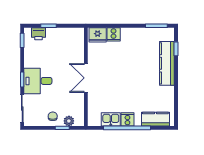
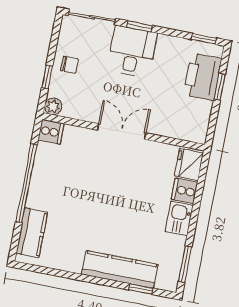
printer: (39, 34) -> (203, 77), width x1.87, depth x1.48
kitchen sink: (111, 119) -> (179, 218), moved, turned 180
cooker: (127, 119) -> (51, 132), moved
plant: (69, 121) -> (53, 106), moved

